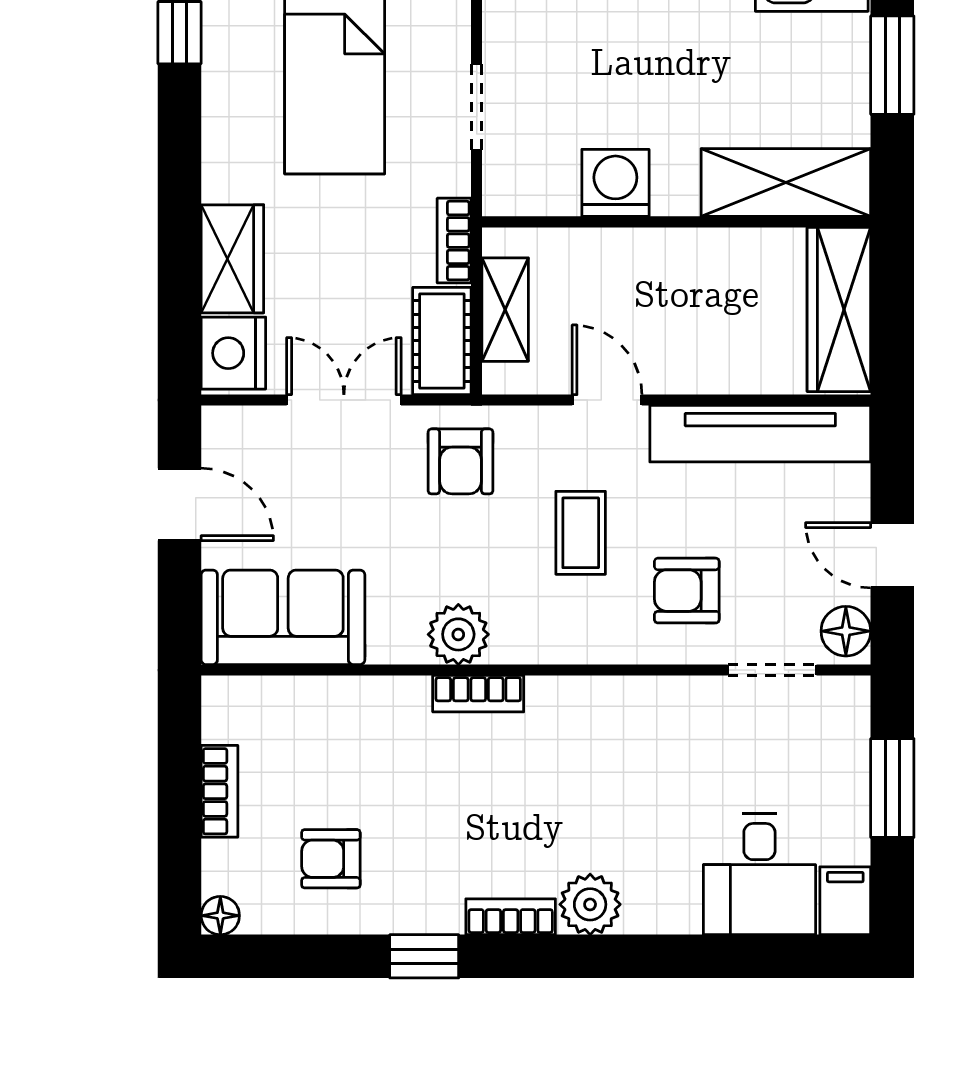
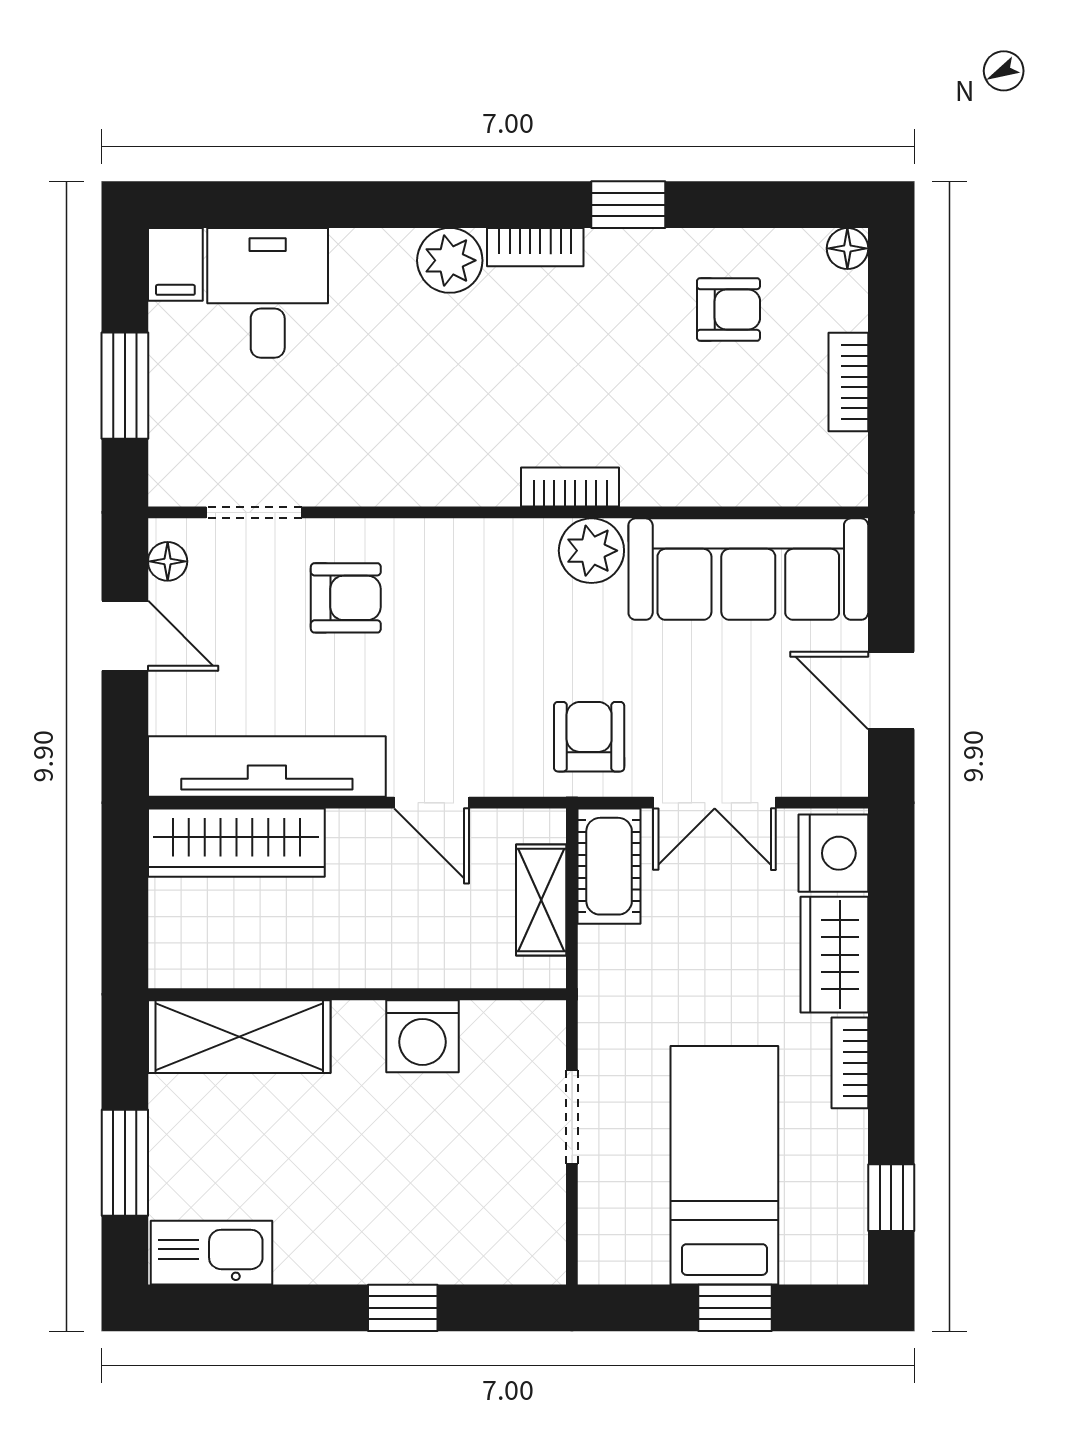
bookcase: (454, 241) -> (850, 1063), moved, turned 180
wardrobe: (839, 309) -> (236, 843), moved, turned 90
coffee table: (581, 533) -> (460, 660), removed
sofa: (283, 617) -> (748, 569), width x1.36
floor lamp: (846, 631) -> (168, 561), width x0.73, depth x0.73

